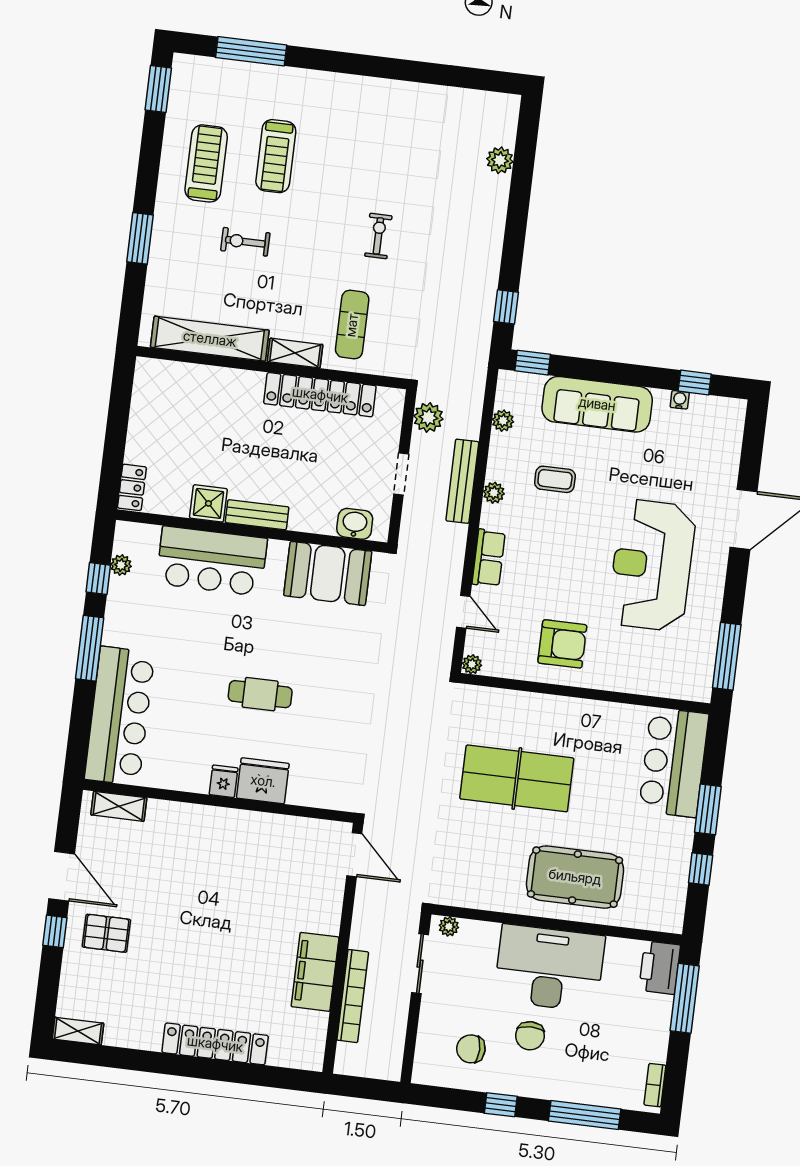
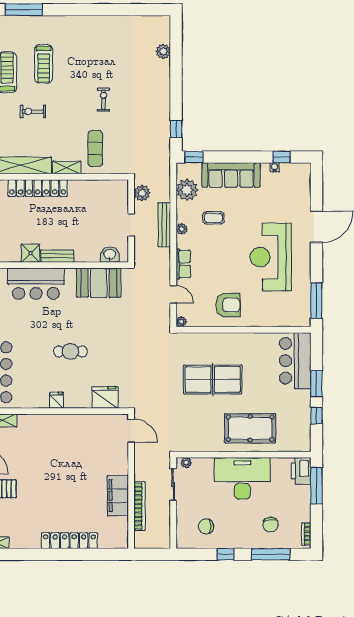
locker: (320, 395) -> (38, 188), moved
plant: (503, 421) -> (187, 190), width x1.88, depth x1.88
fridge: (263, 781) -> (105, 397), moved
chair: (530, 1036) -> (271, 524), moved

